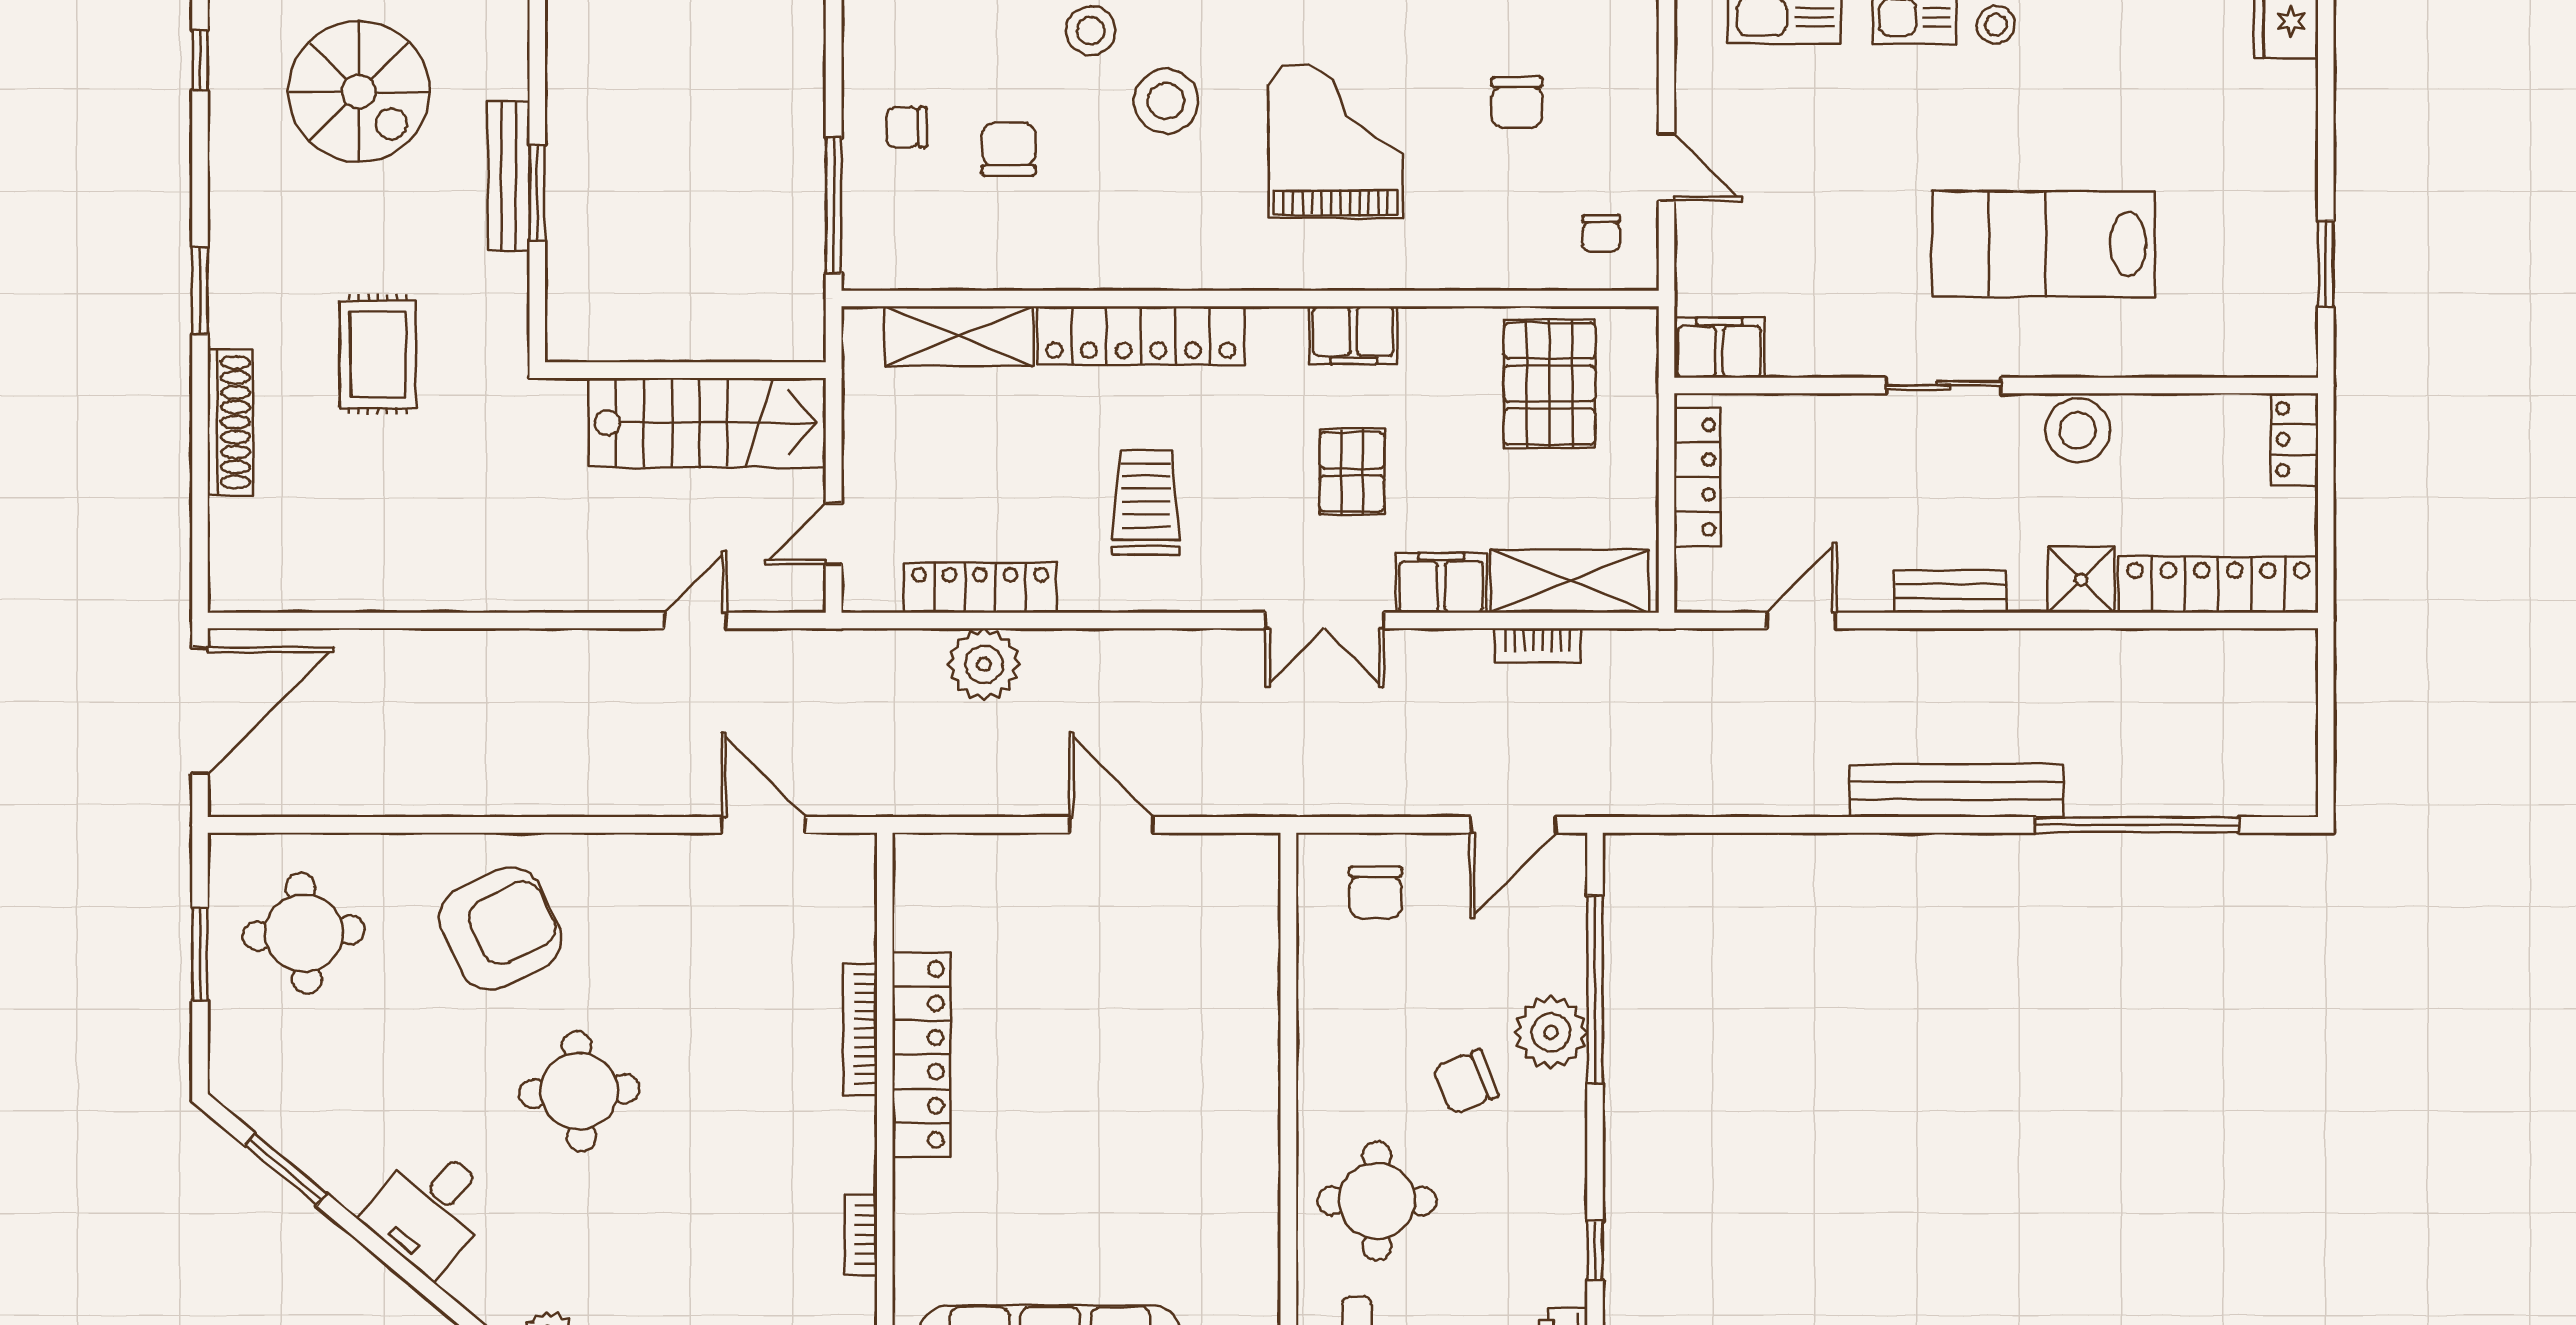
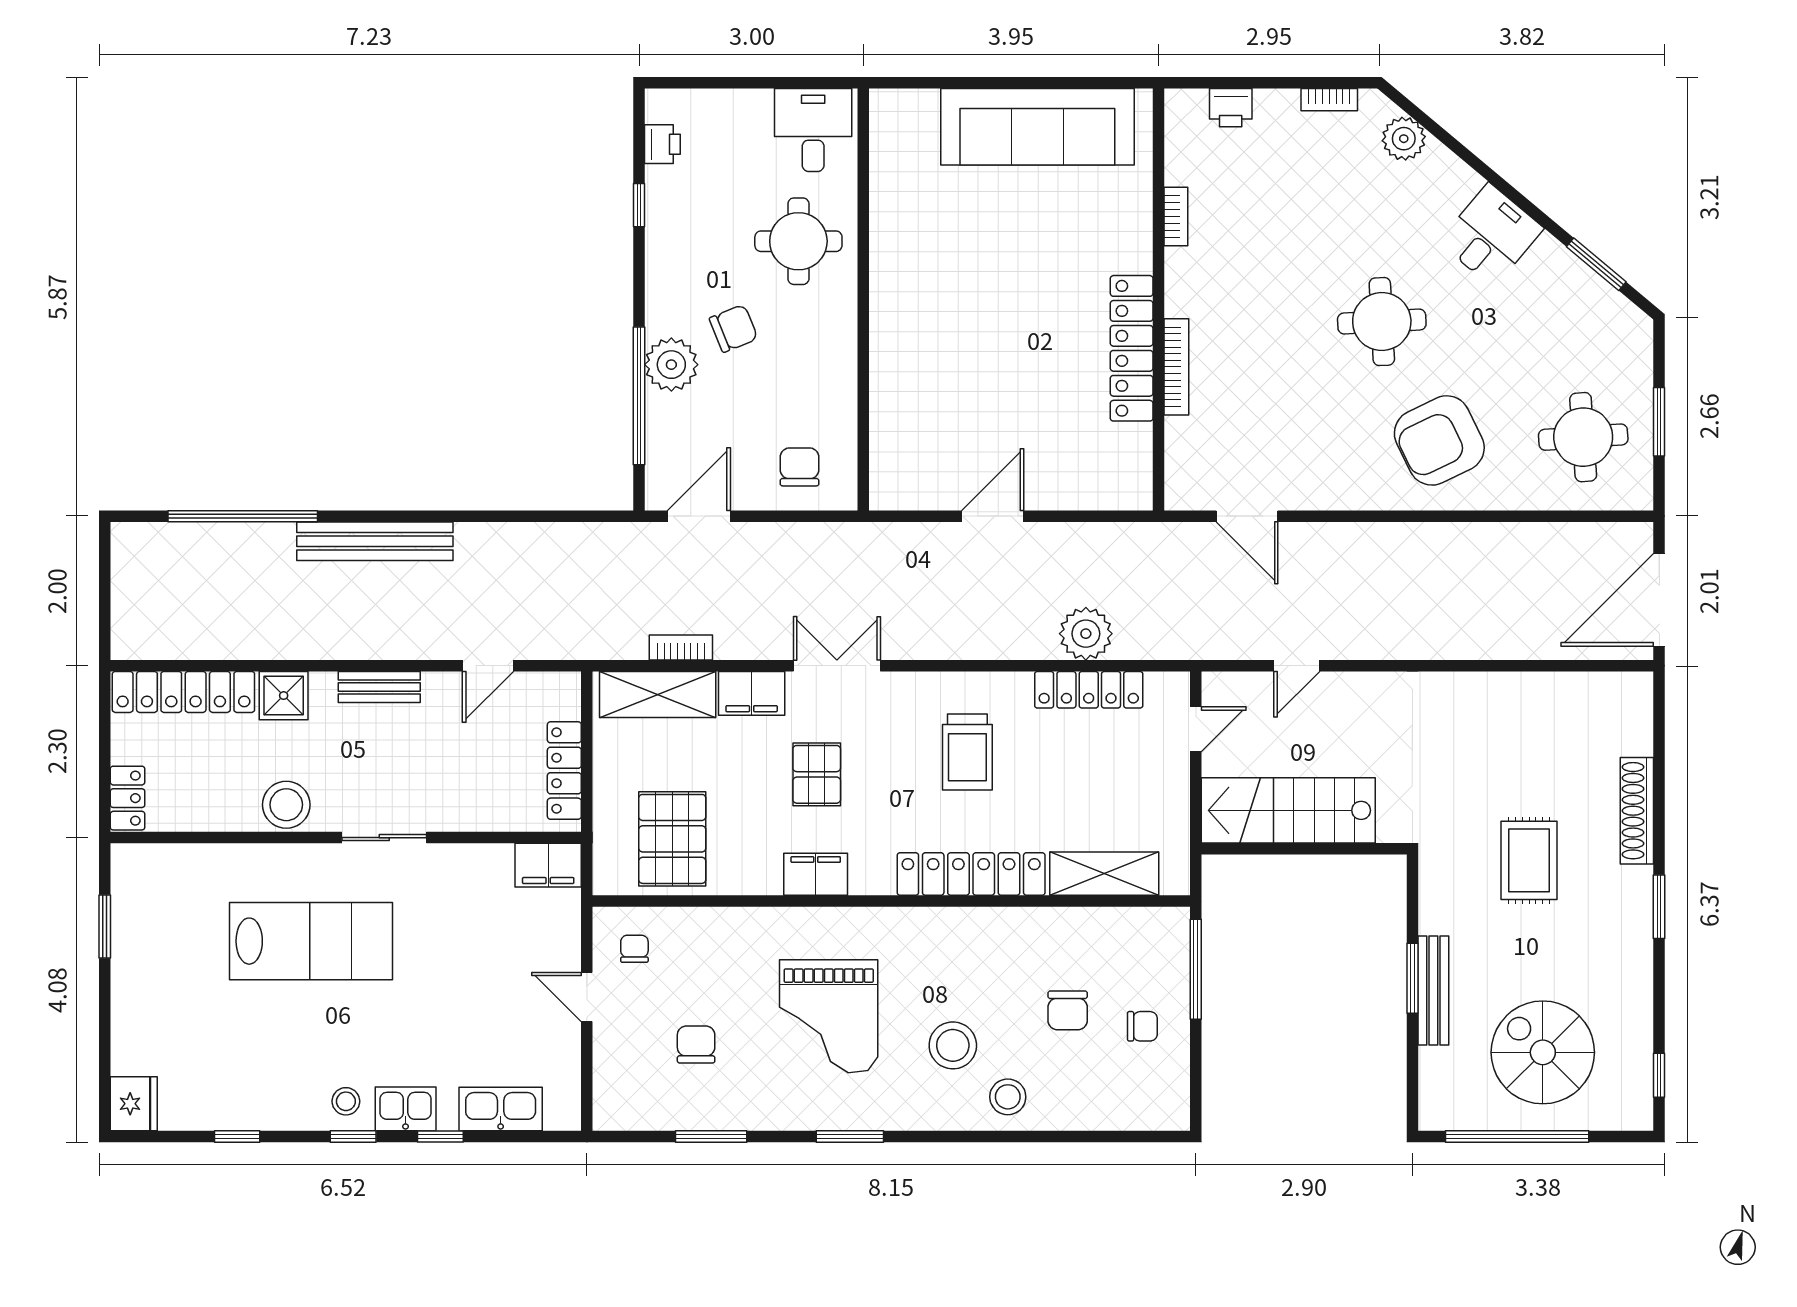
door: (1111, 825) -> (993, 516), swing flipped

